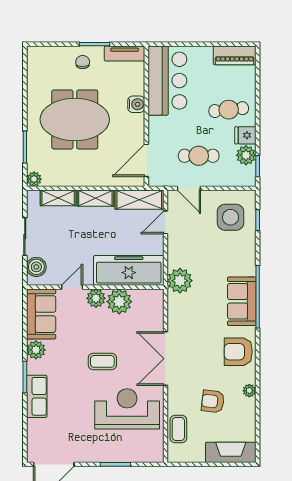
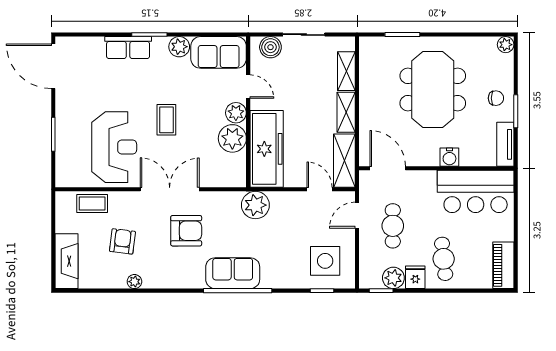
plant: (34, 179) -> (506, 45), moved
armchair: (238, 352) -> (186, 231), moved, turned 90

